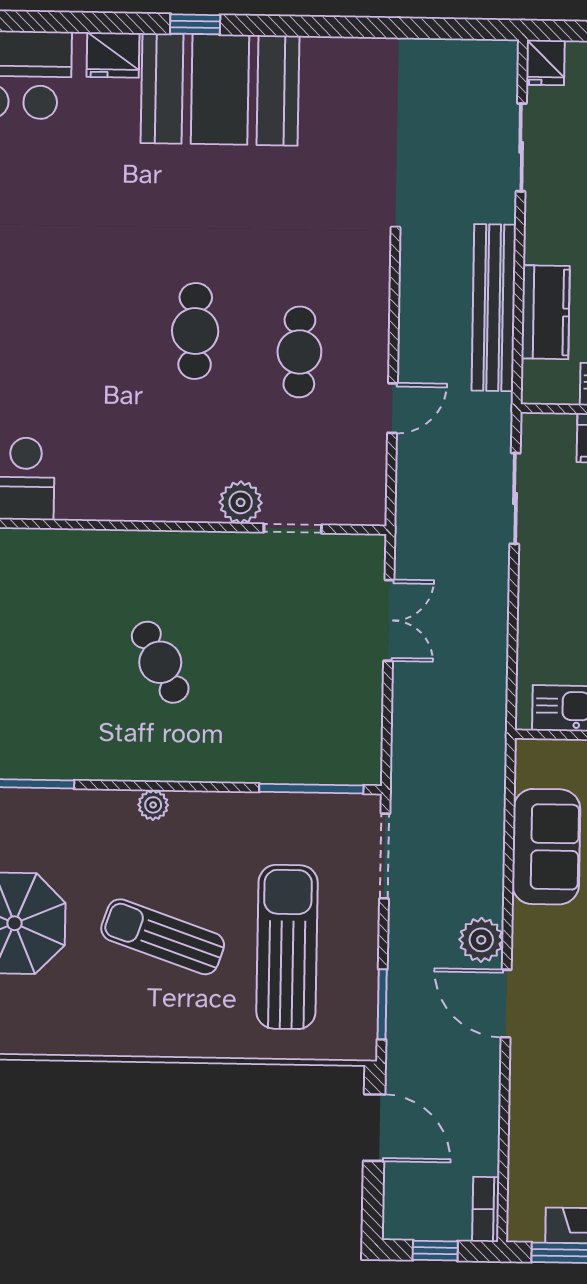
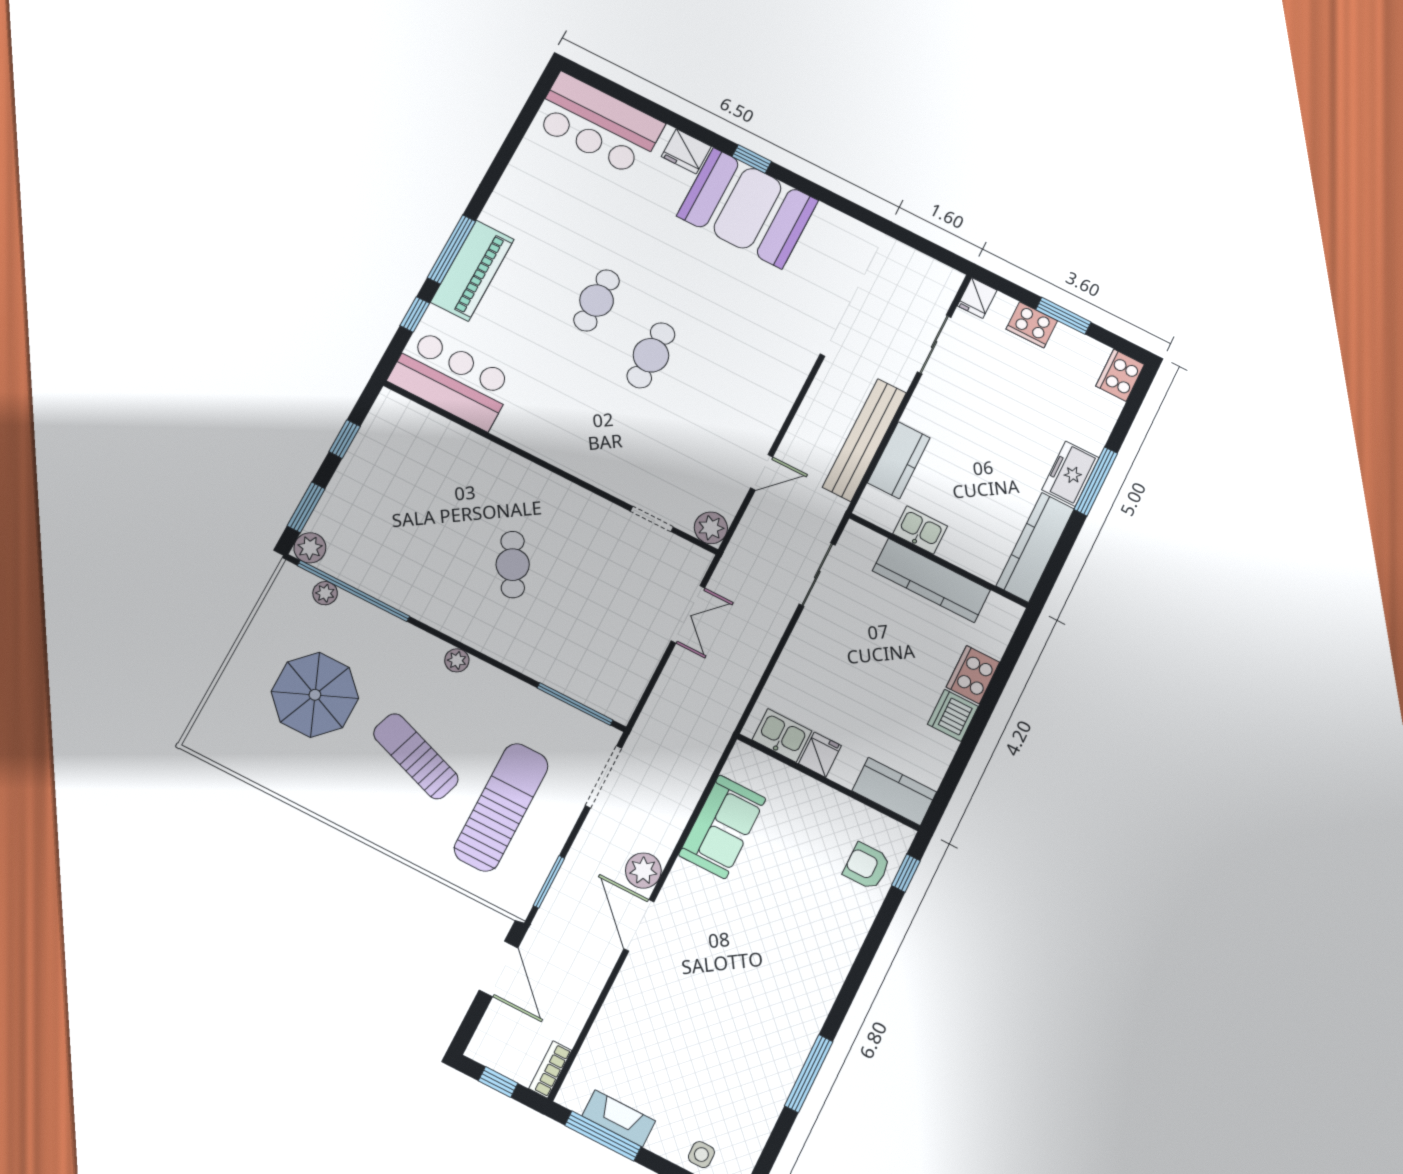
cafe table: (299, 352) -> (597, 300), moved
plant: (241, 502) -> (711, 528), moved

